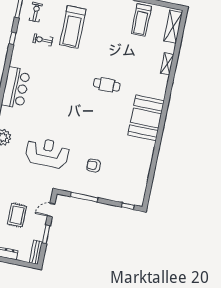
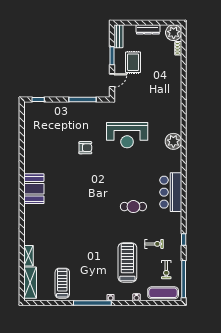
shelving: (167, 64) -> (28, 256), moved
cafe table: (107, 85) -> (133, 207), moved
booth: (146, 118) -> (34, 189), width x0.73, depth x0.70
armchair: (94, 165) -> (85, 148), moved
rug: (17, 215) -> (133, 62), moved

